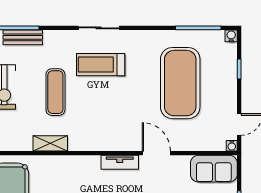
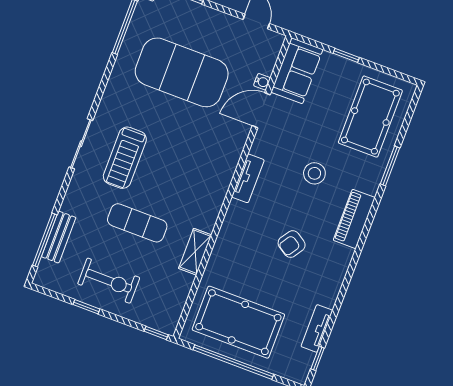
water cooler: (232, 146) -> (262, 82), moved
door: (156, 153) -> (261, 110), moved

